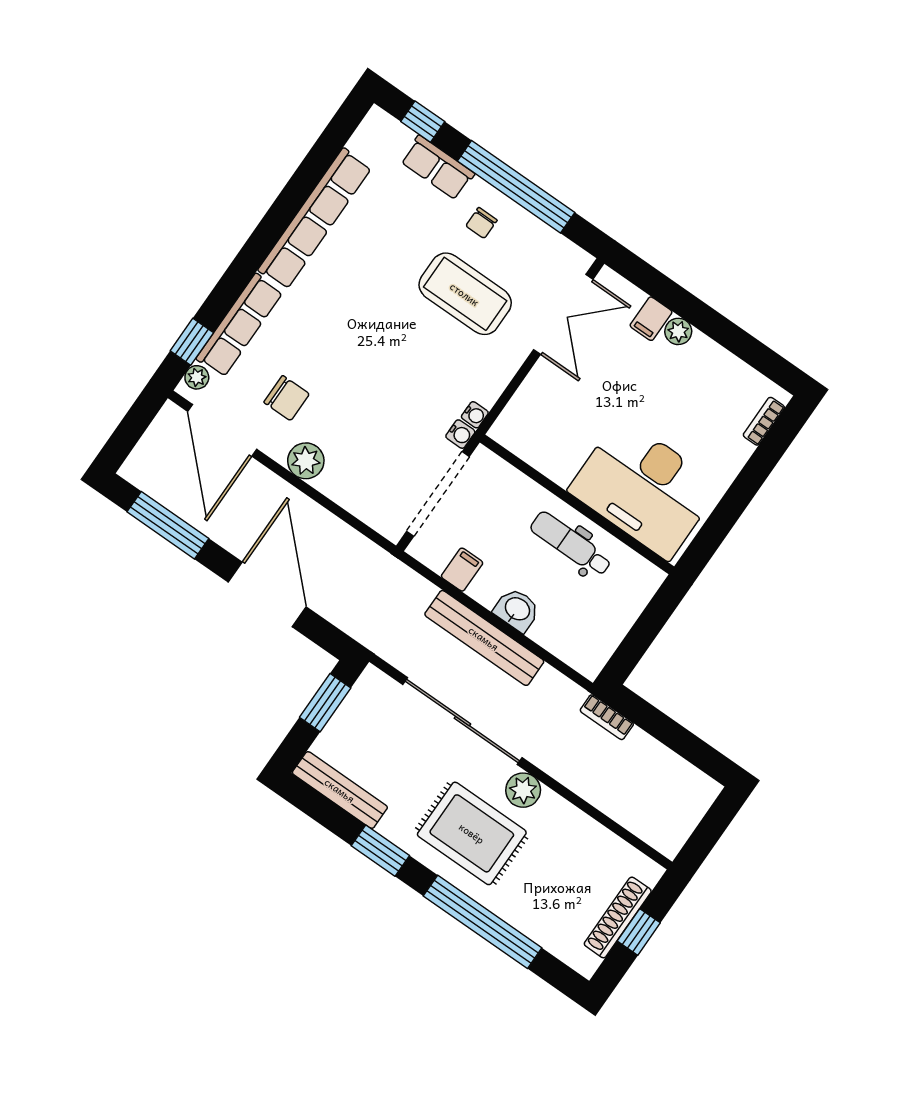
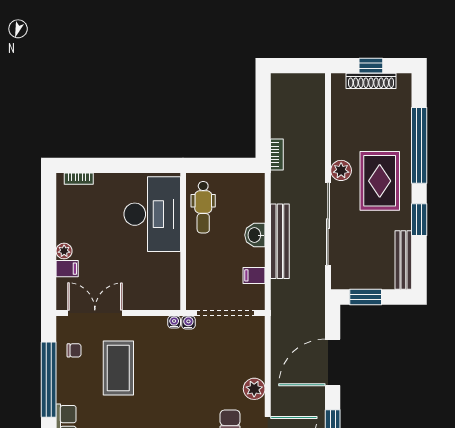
chair: (481, 223) -> (74, 350), moved
dental chair: (571, 544) -> (203, 207), moved

